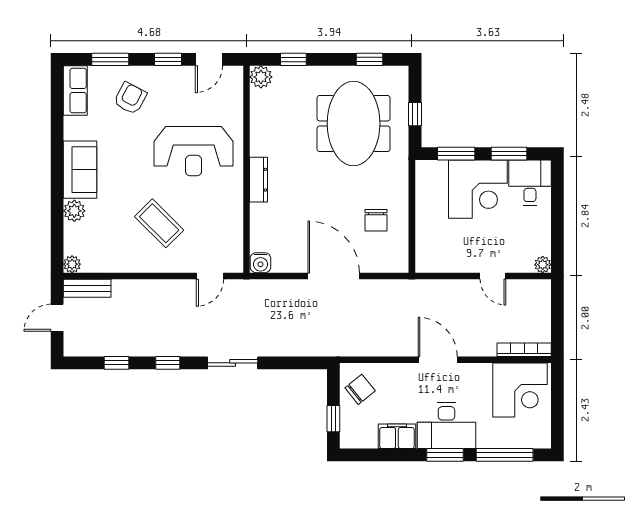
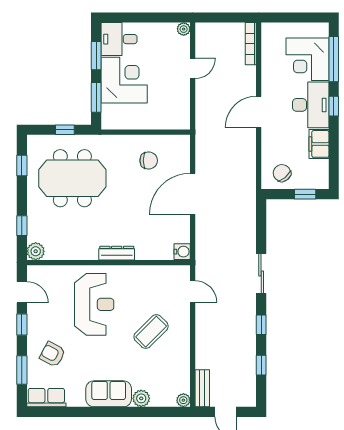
corner desk: (520, 390) -> (307, 59), moved, turned 180
window: (445, 455) -> (334, 106), width x0.67

